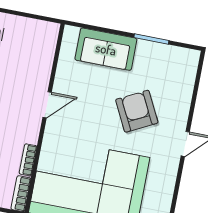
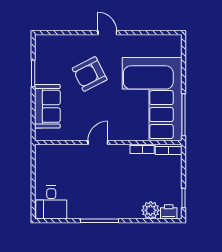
door: (47, 105) -> (98, 142), hinge flipped

